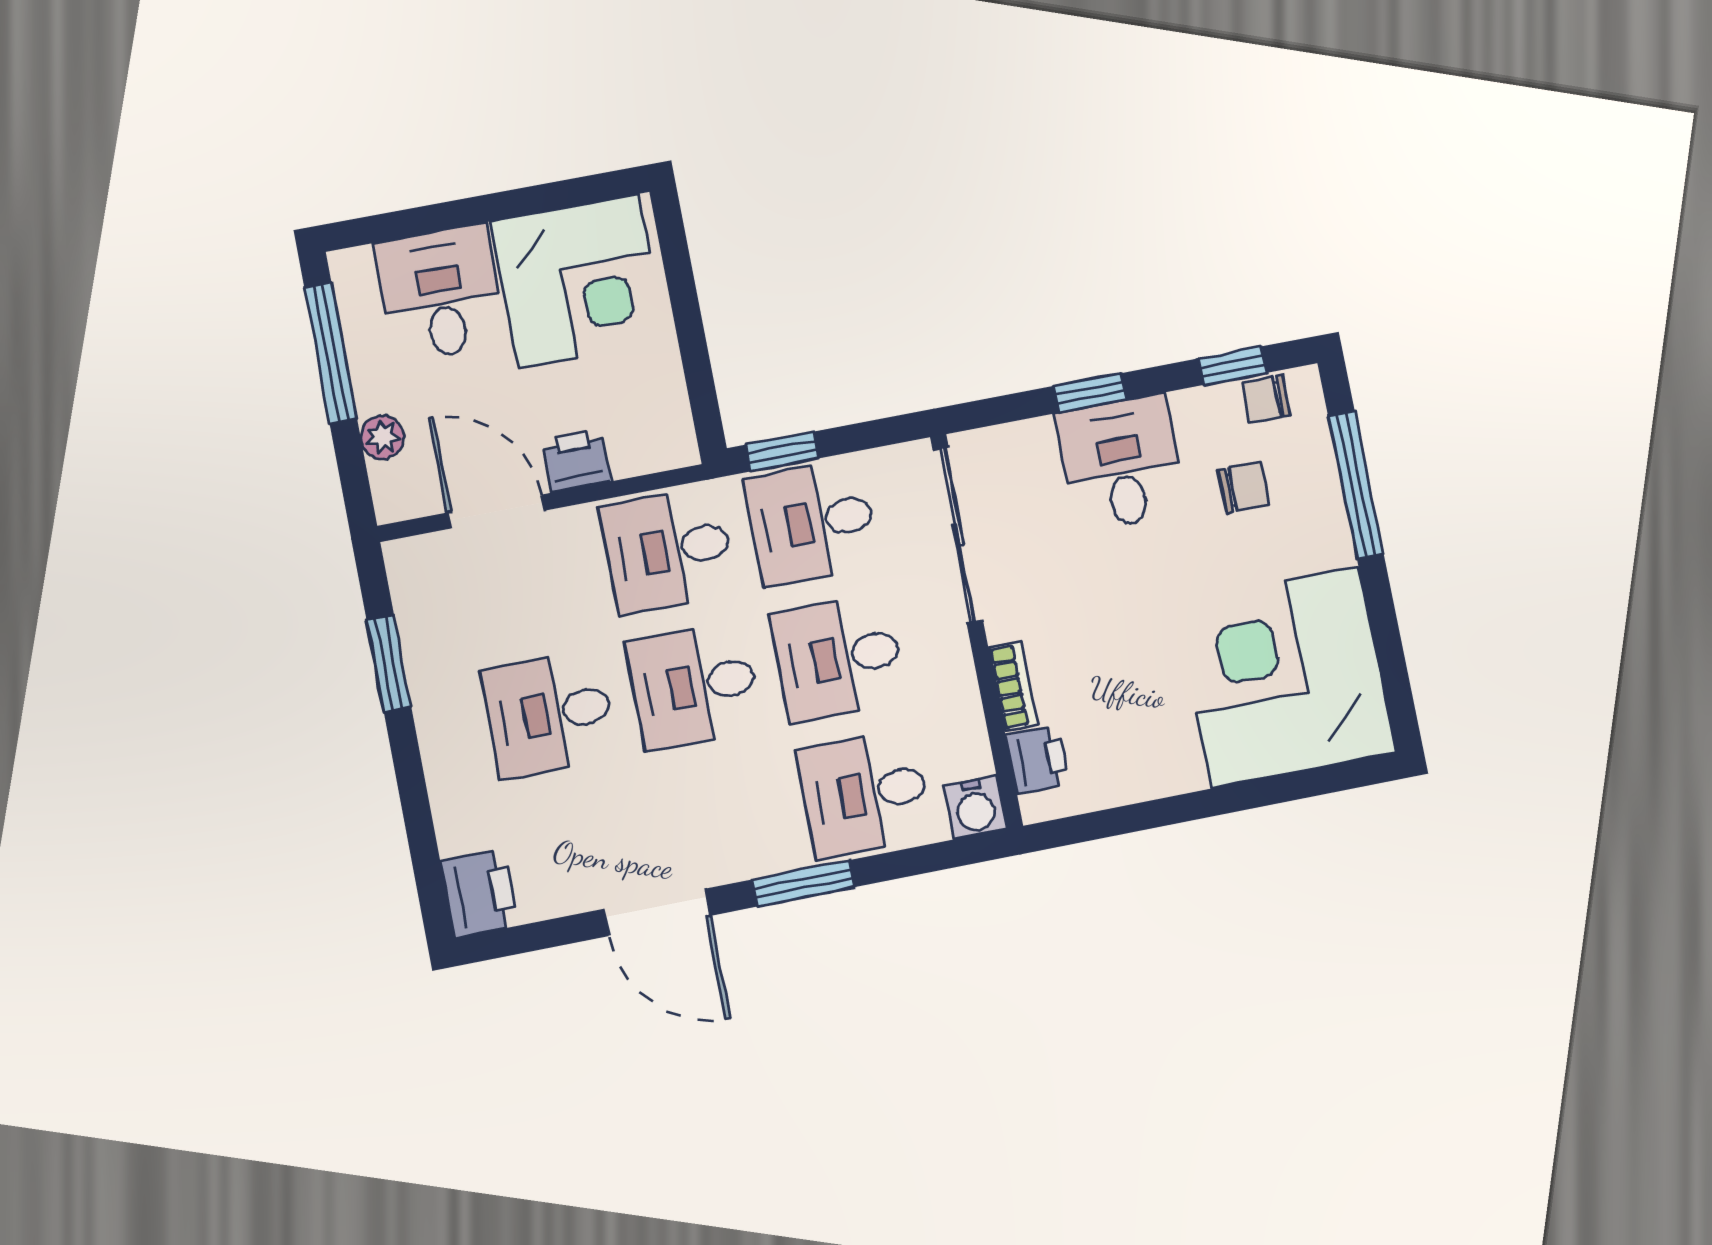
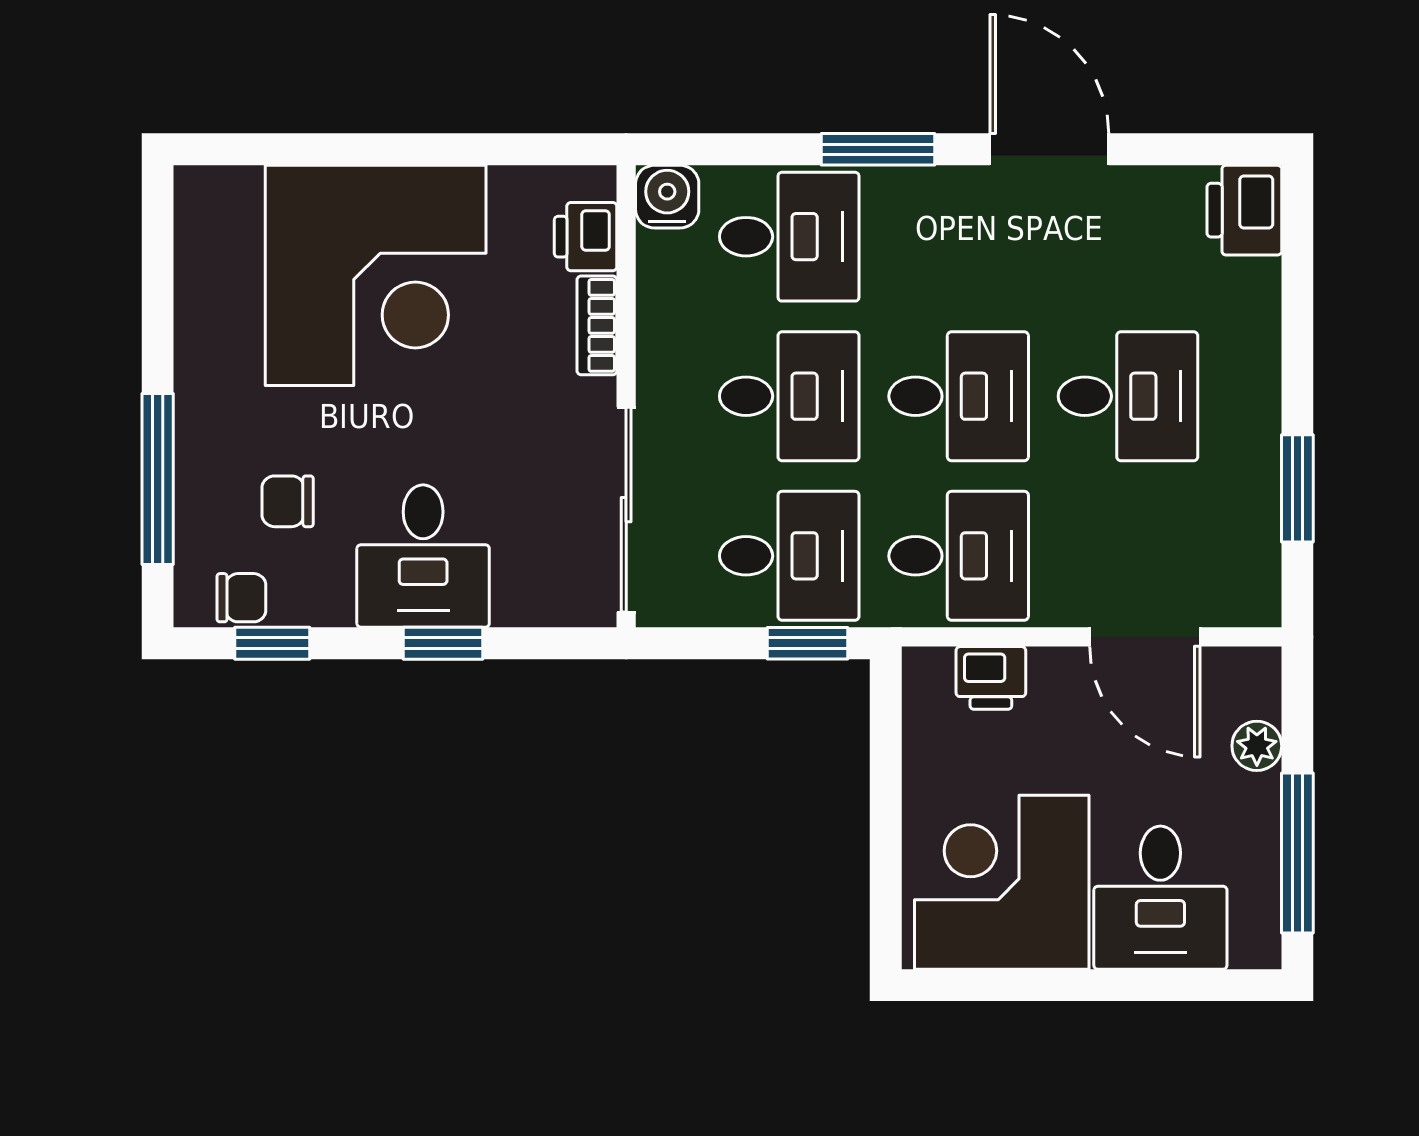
printer: (576, 460) -> (991, 678), moved
corner desk: (1285, 677) -> (376, 275), moved

